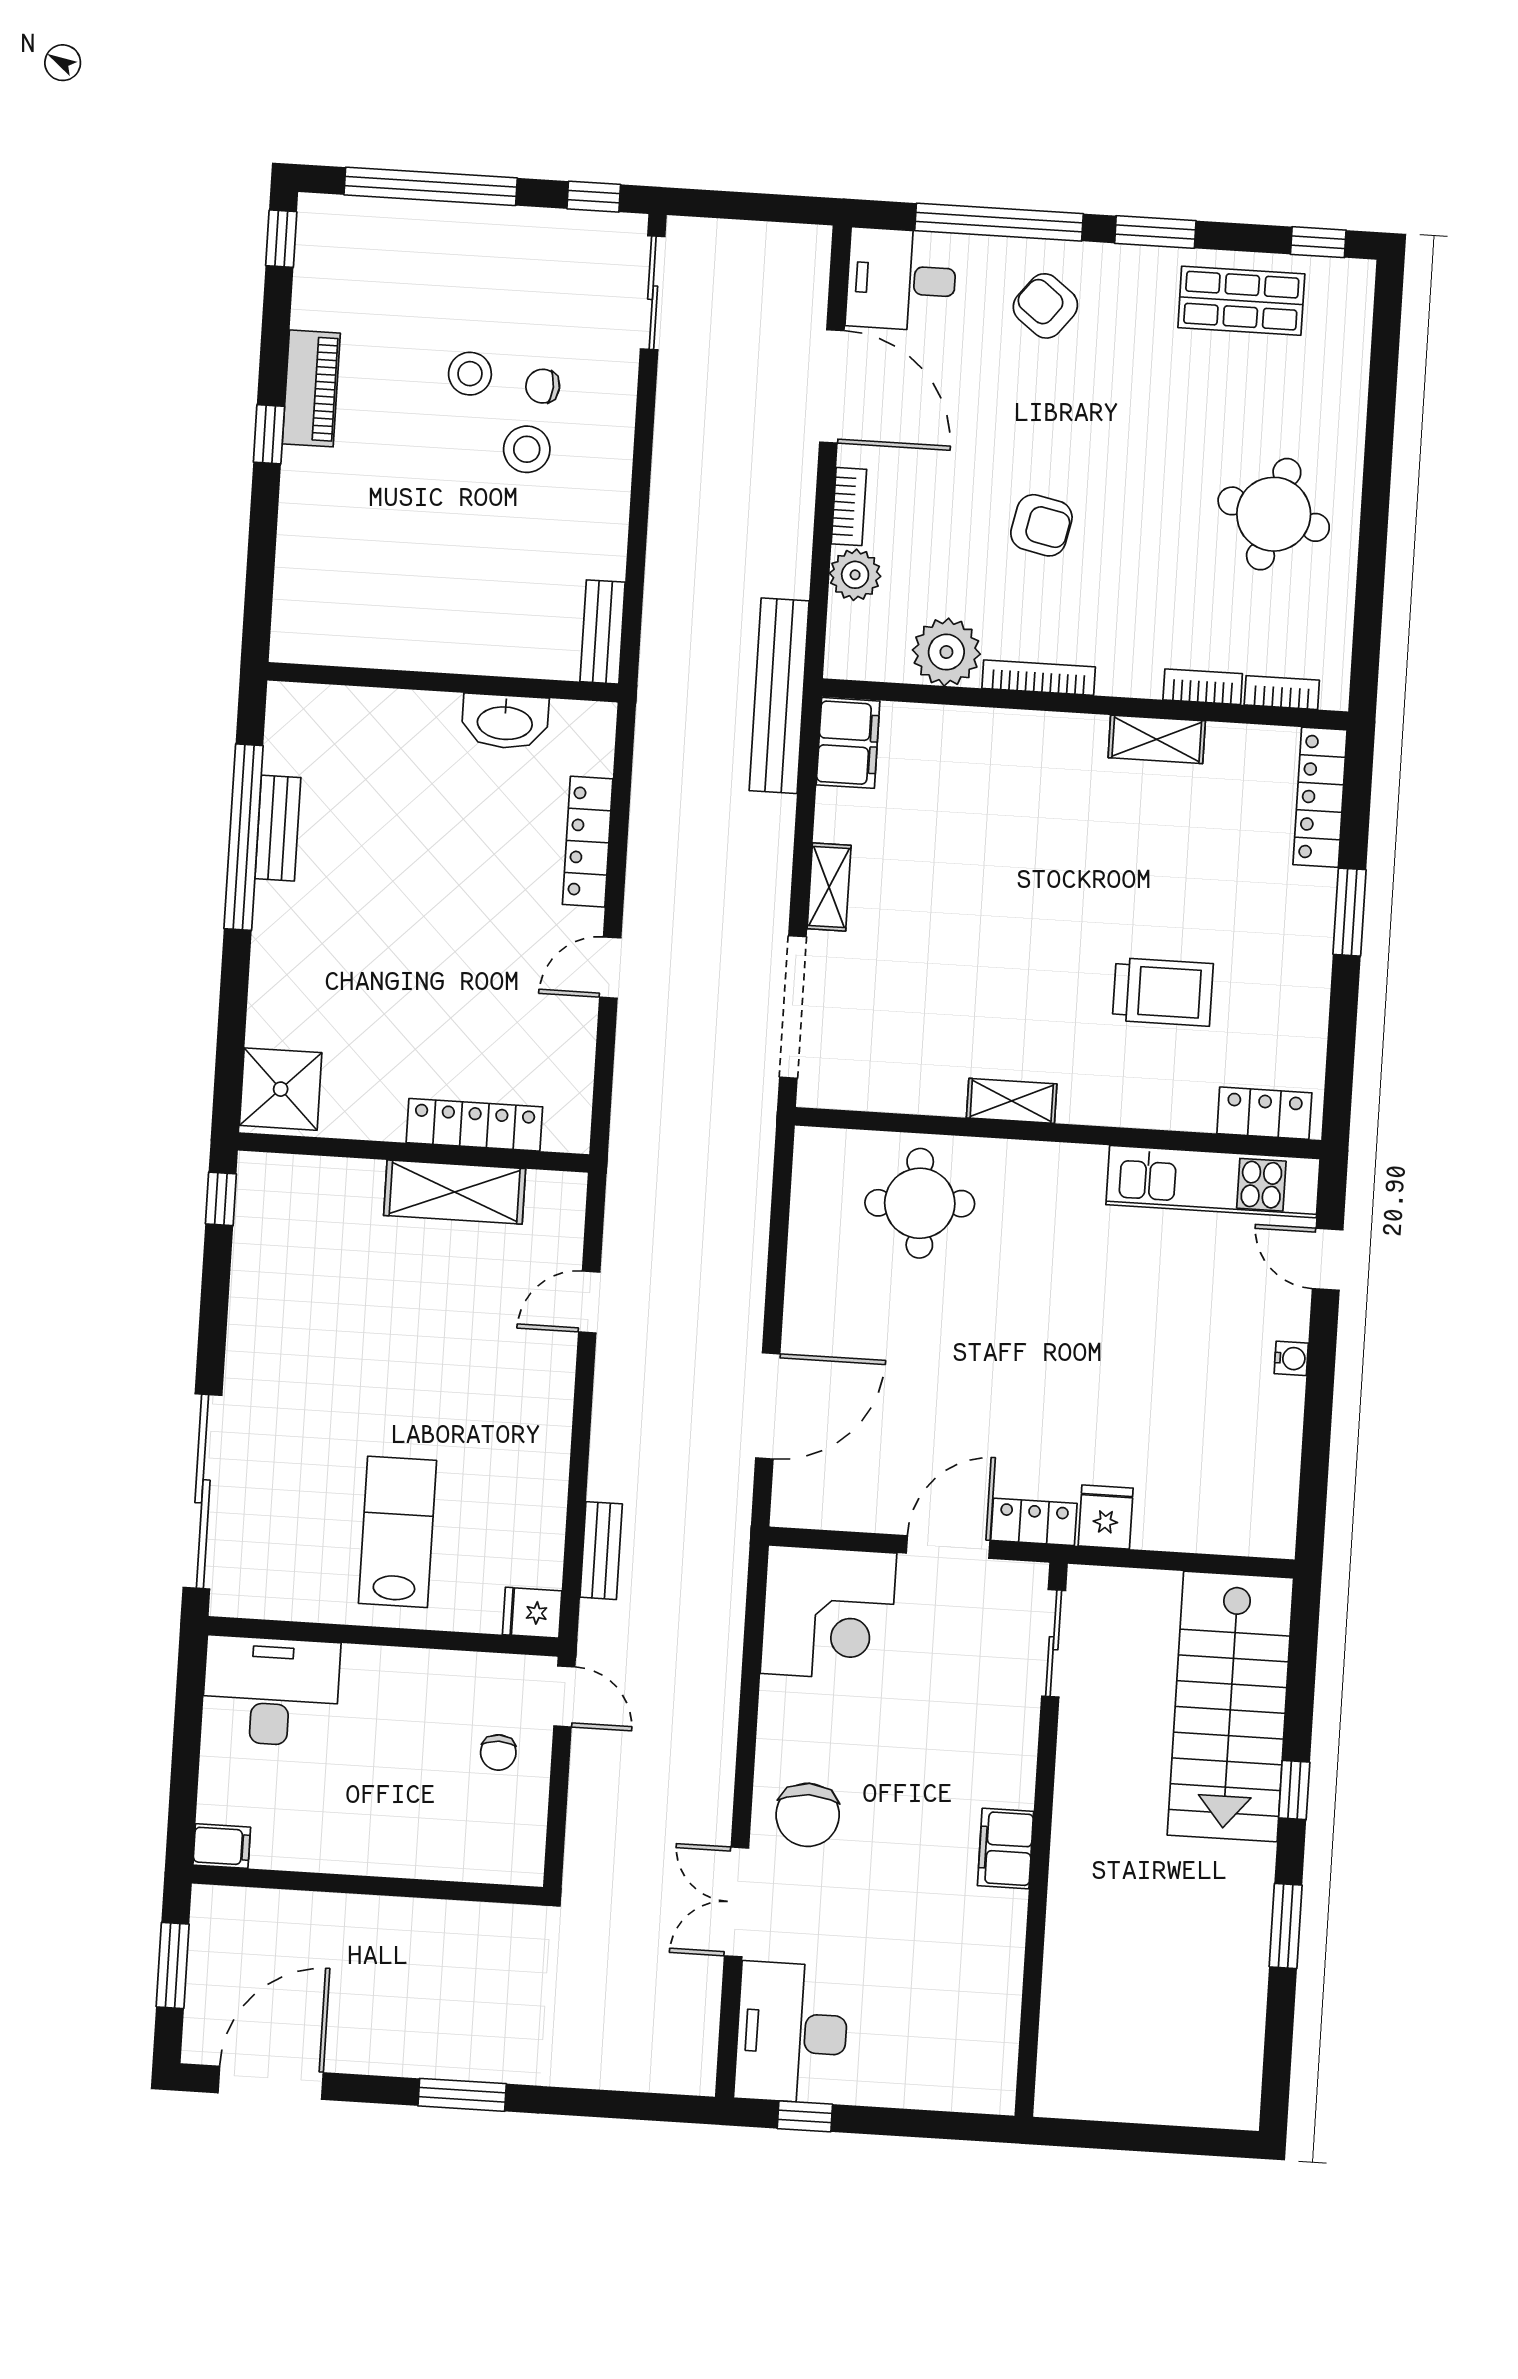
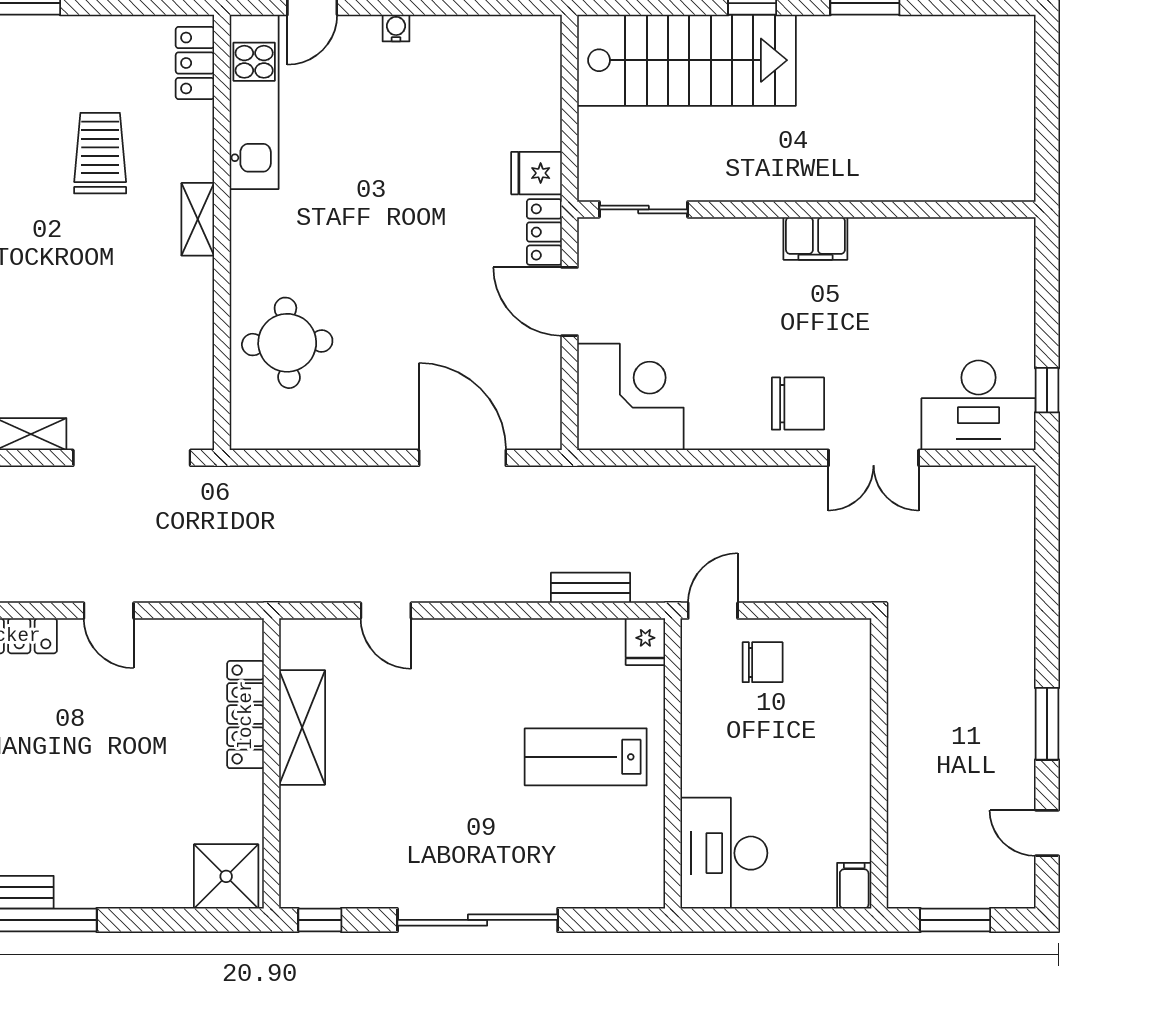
shelving: (1012, 1101) -> (198, 219), moved
sliding door: (202, 1491) -> (478, 920), moved
chair: (498, 1752) -> (763, 662), width x1.37, depth x1.37
door: (271, 2083) -> (1047, 833), width x0.53
window: (462, 2095) -> (1047, 724), moved

